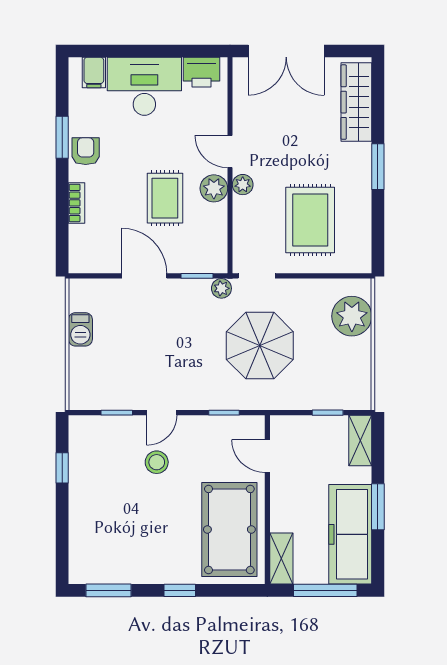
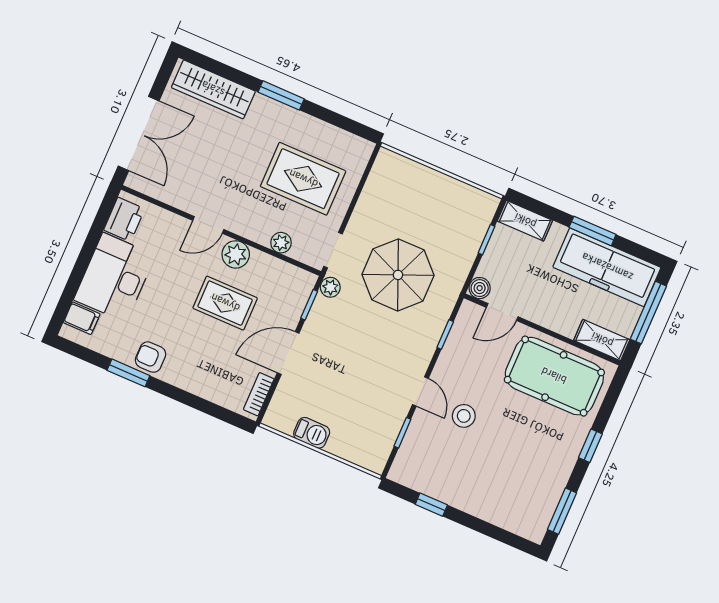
plant: (243, 185) -> (281, 243), moved
bookcase: (77, 203) -> (259, 394), moved, turned -90
plant: (352, 316) -> (408, 179), removed
boiler: (280, 426) -> (480, 288), added

